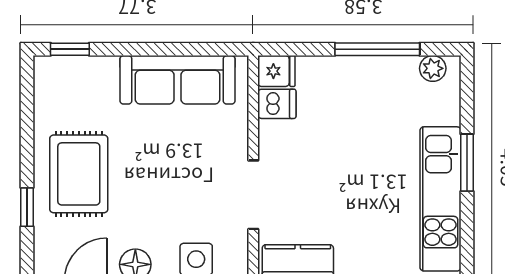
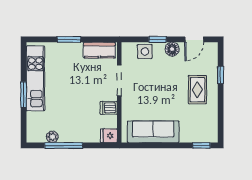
plant: (433, 68) -> (52, 137), moved
dishwasher: (277, 104) -> (109, 108), moved
rug: (79, 174) -> (197, 90), width x0.73, depth x0.70

